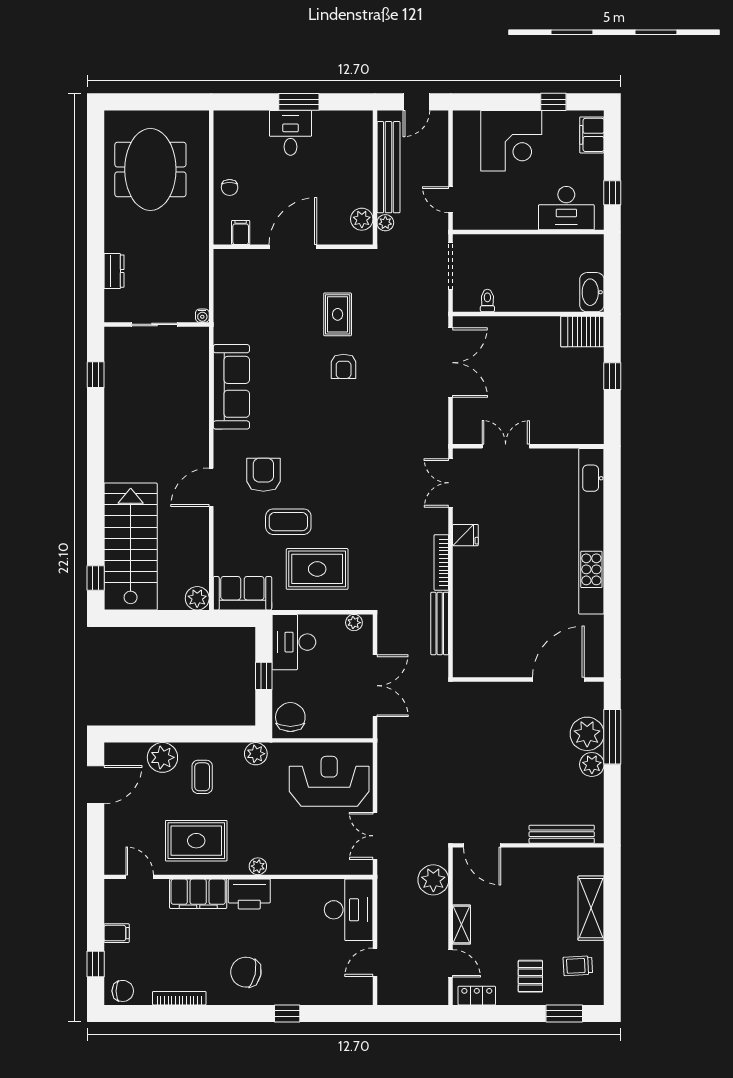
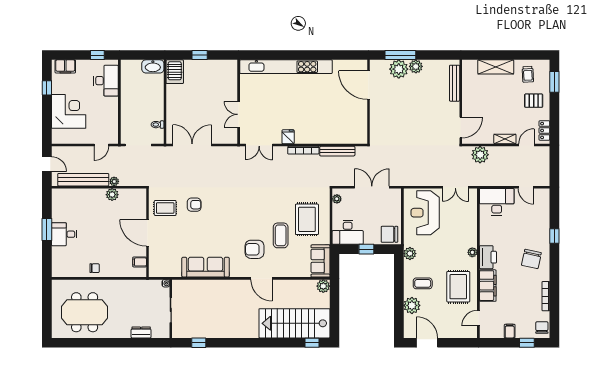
filing cabinet: (241, 233) -> (140, 262), moved
door: (293, 247) -> (147, 233), moved
wall: (293, 247) -> (147, 233), moved

